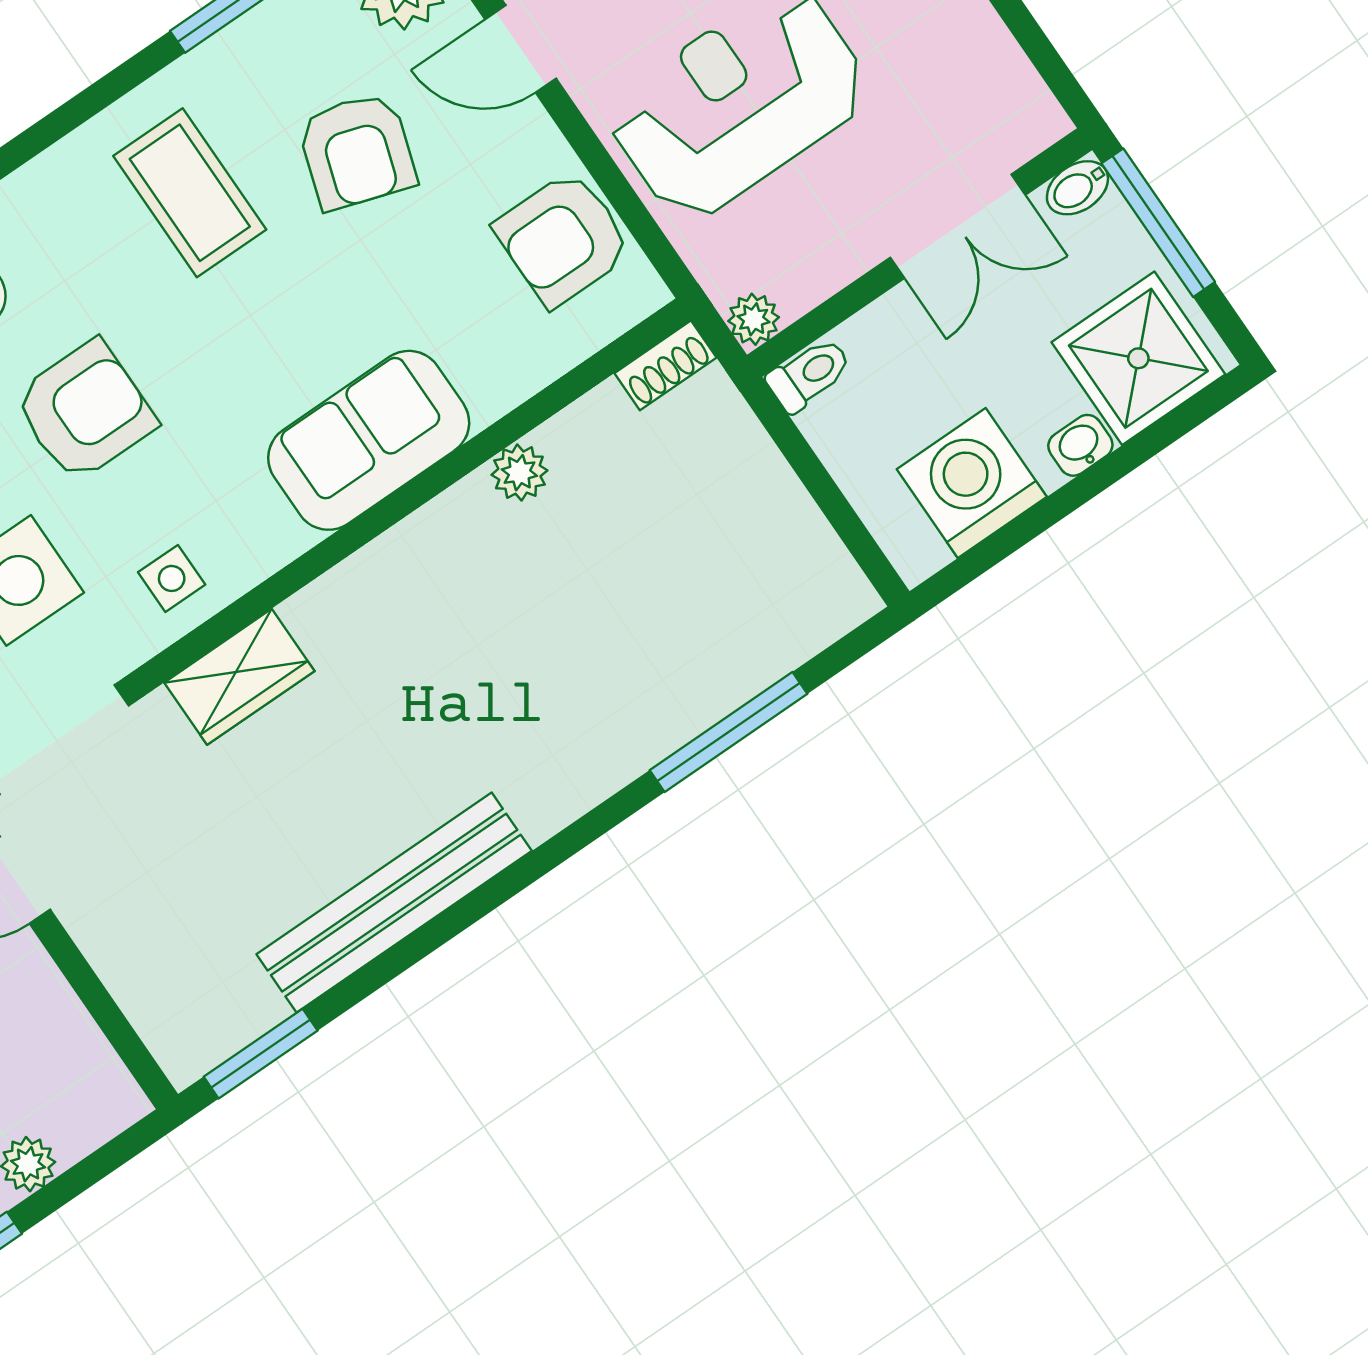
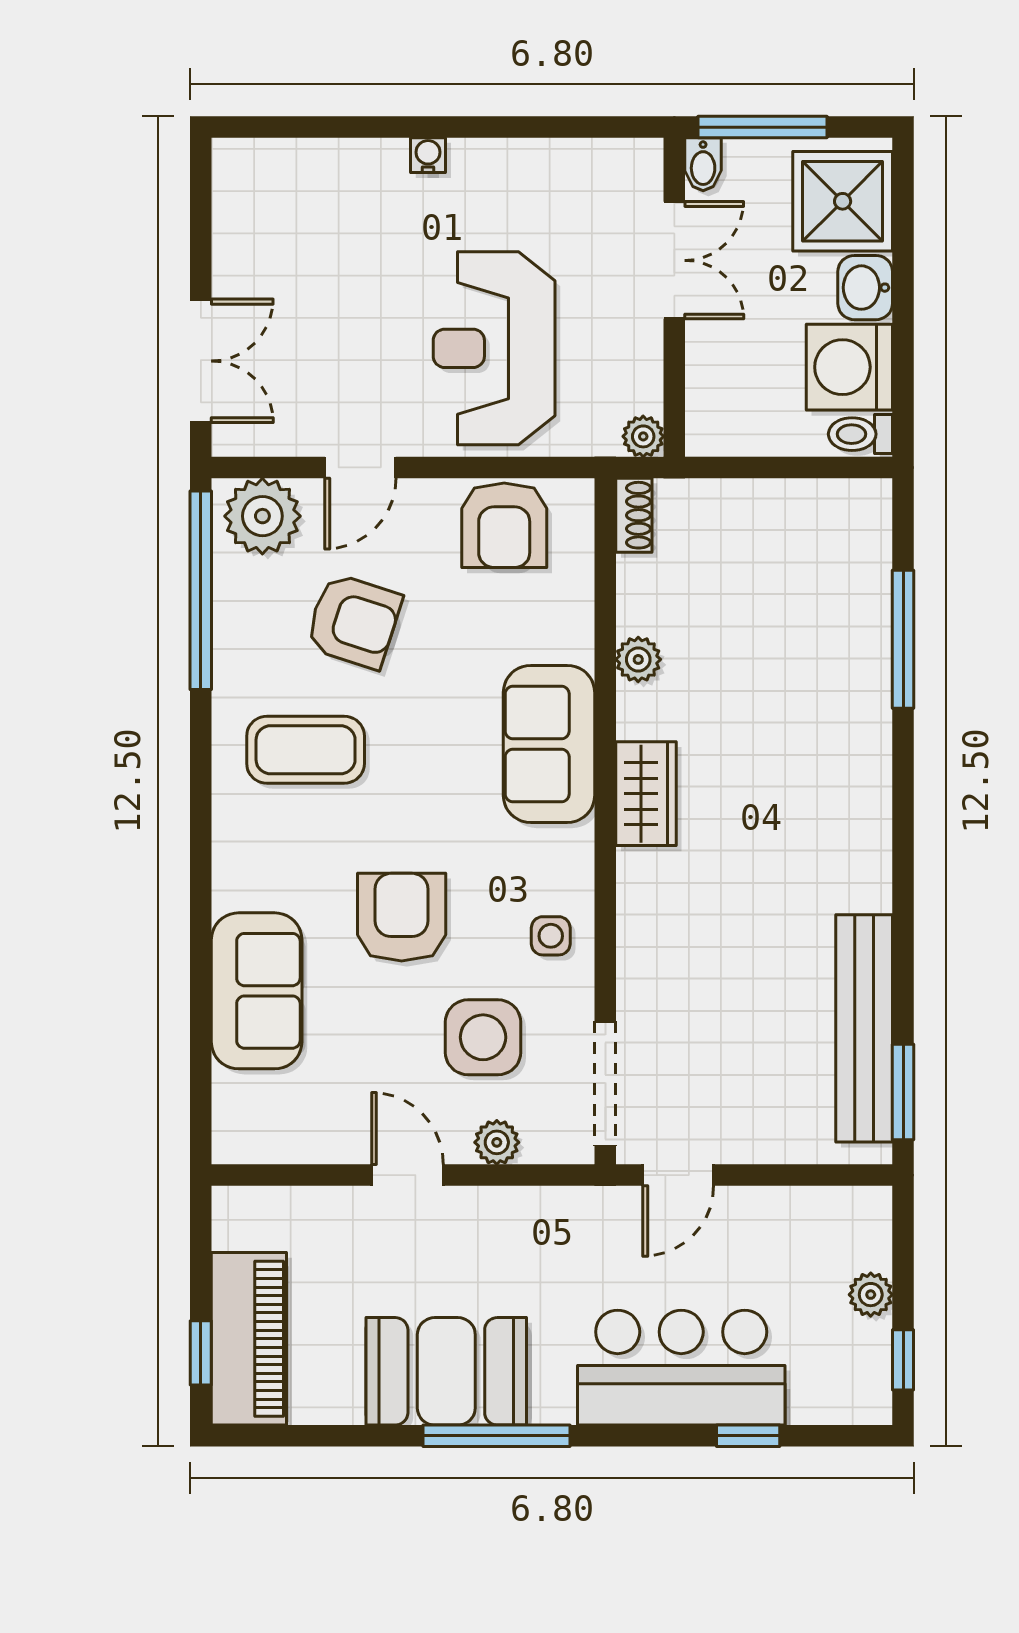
toilet: (809, 374) -> (860, 434), moved, turned -90
washbasin: (1080, 445) -> (865, 288), width x1.38, depth x1.45
wardrobe: (239, 677) -> (646, 794), moved
bench: (394, 903) -> (864, 1028), moved

